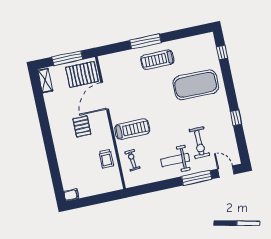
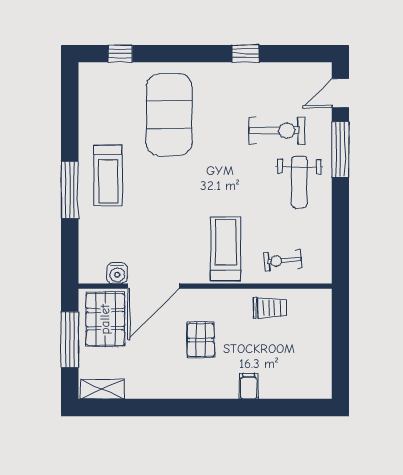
water cooler: (107, 75) -> (117, 273), added
door: (105, 96) -> (153, 286), hinge flipped
pallet: (82, 126) -> (201, 340), turned 90
filing cabinet: (71, 195) -> (249, 386), moved

